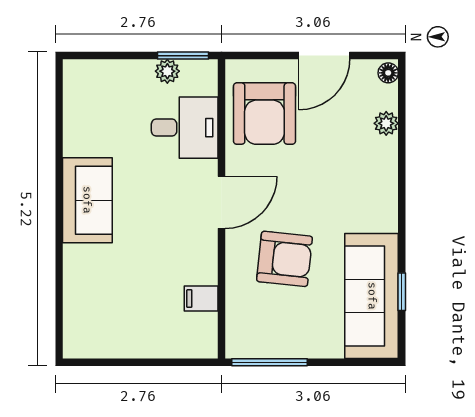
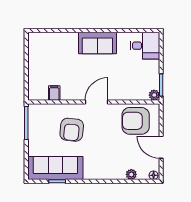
plant: (167, 71) -> (154, 95), moved
desk: (185, 128) -> (145, 46), moved, turned -90
door: (221, 202) -> (97, 102), swing flipped

